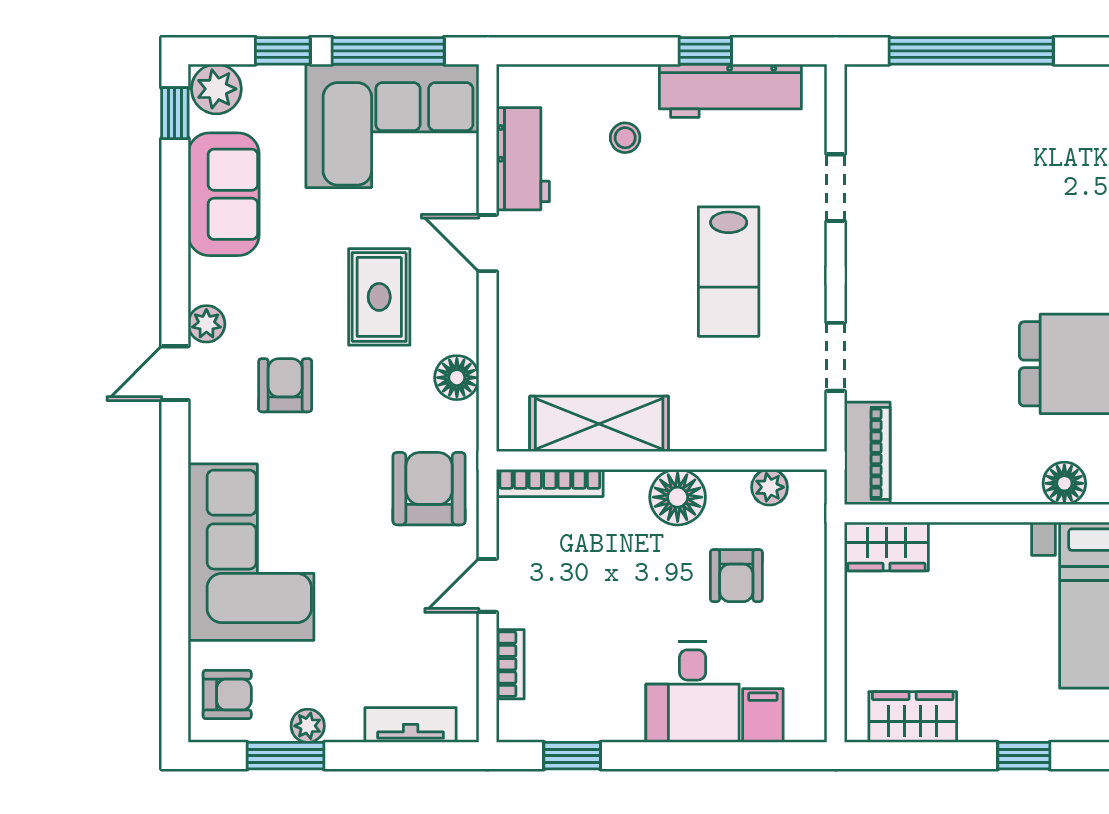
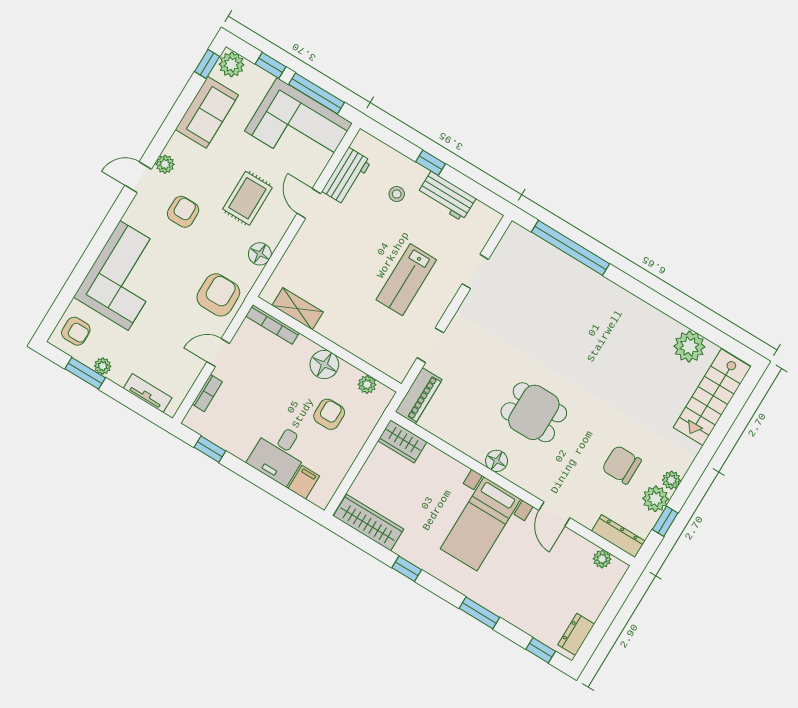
window: (705, 51) -> (430, 163), moved
workbench: (730, 91) -> (447, 196), width x0.73
shelving: (599, 424) -> (298, 309), width x0.67, depth x0.75
armchair: (736, 576) -> (329, 414), turned 180
wardrobe: (913, 717) -> (369, 523), width x1.50

